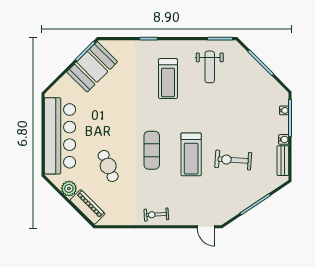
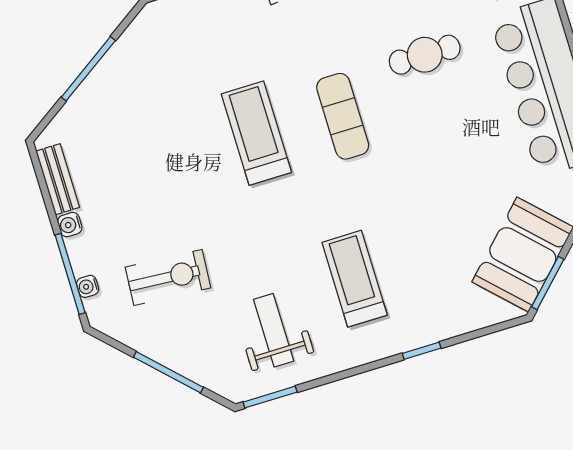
exercise bike: (233, 160) -> (168, 277), moved
cafe table: (108, 166) -> (425, 55), turned -67

